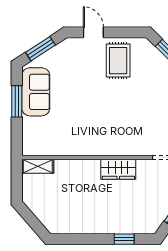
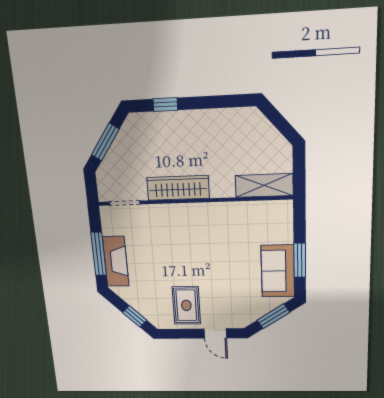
shelving: (38, 166) -> (264, 185), width x1.50, depth x1.33
wardrobe: (118, 169) -> (178, 188), width x1.50

